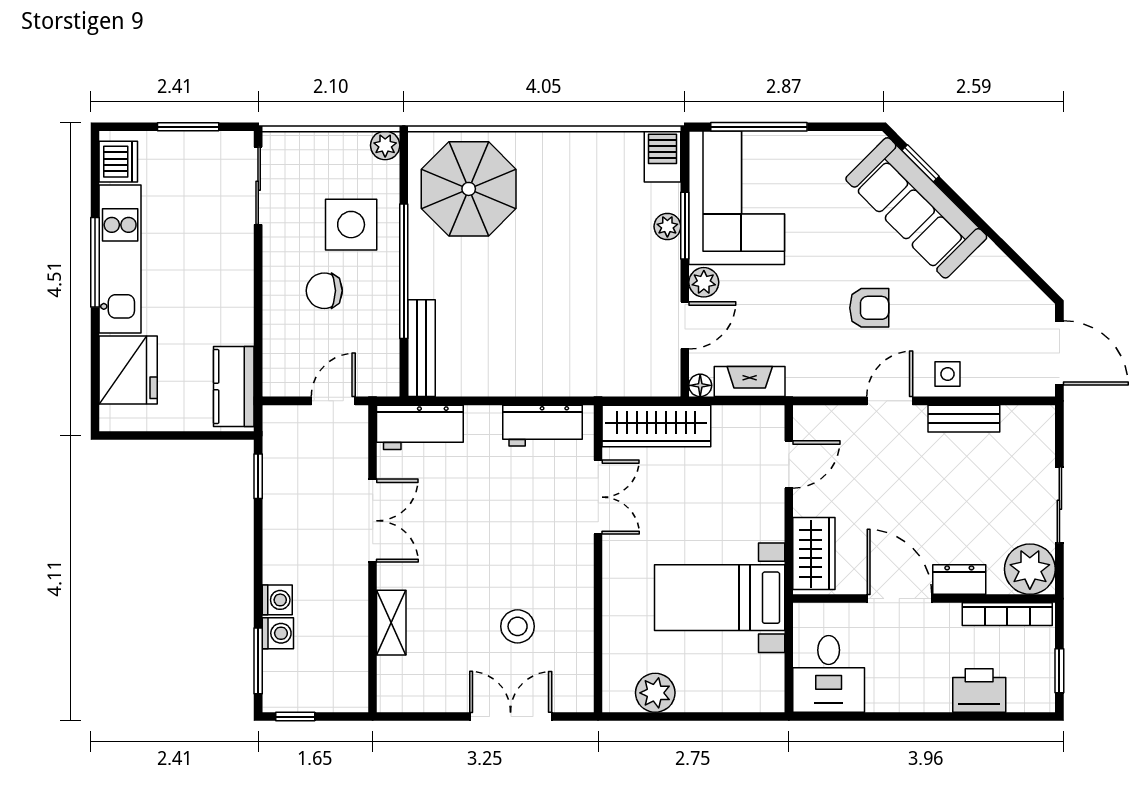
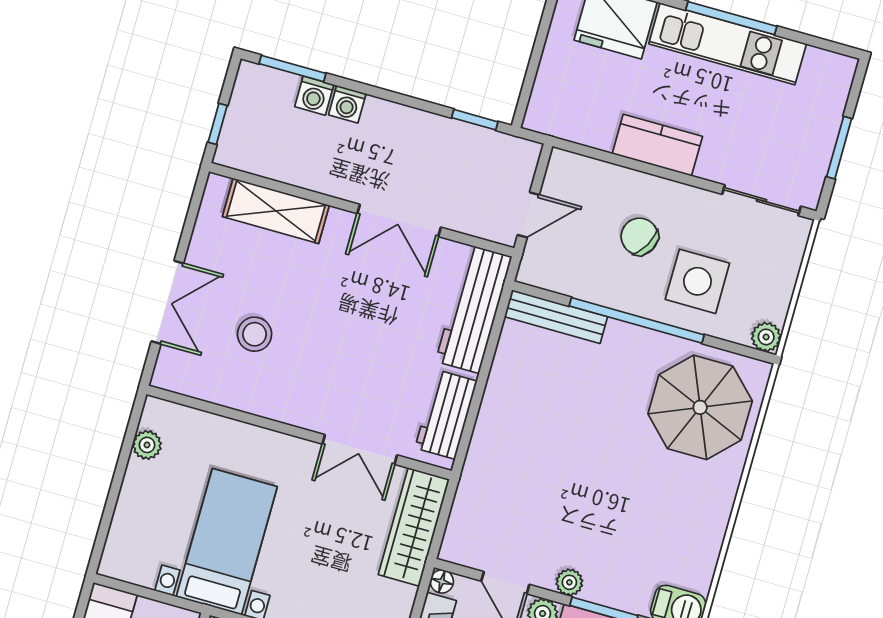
dishwasher: (118, 162) -> (824, 69), removed
plant: (667, 226) -> (569, 582), moved
chair: (324, 291) -> (640, 236), turned -61
kitchen counter: (234, 386) -> (657, 145), moved
door: (333, 401) -> (528, 215), hinge flipped
workbench: (420, 427) -> (474, 309), width x1.38
shelving: (391, 623) -> (276, 211), width x1.50, depth x1.33
plant: (655, 693) -> (147, 445), width x0.73, depth x0.73
window: (295, 717) -> (218, 124), moved

